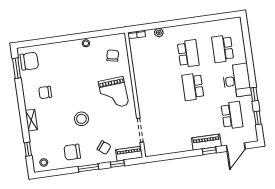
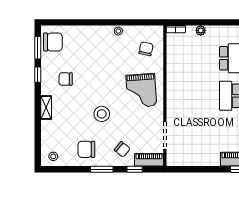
window: (28, 149) -> (38, 75), moved

